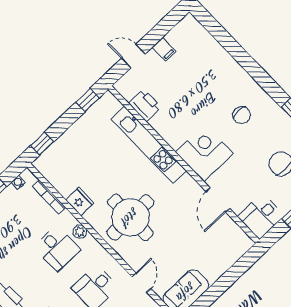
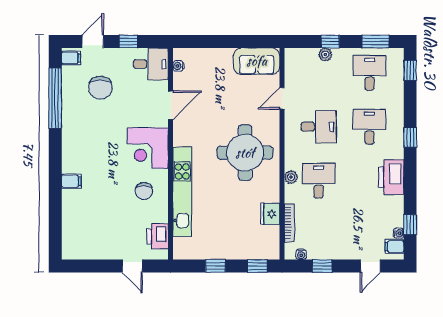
filing cabinet: (164, 49) -> (71, 181), moved, turned 90
window: (87, 100) -> (215, 266), moved
printer: (145, 105) -> (158, 236), moved
chair: (242, 115) -> (144, 191), moved, turned 180
fridge: (80, 201) -> (270, 214), moved
water cooler: (239, 234) -> (178, 66), added

